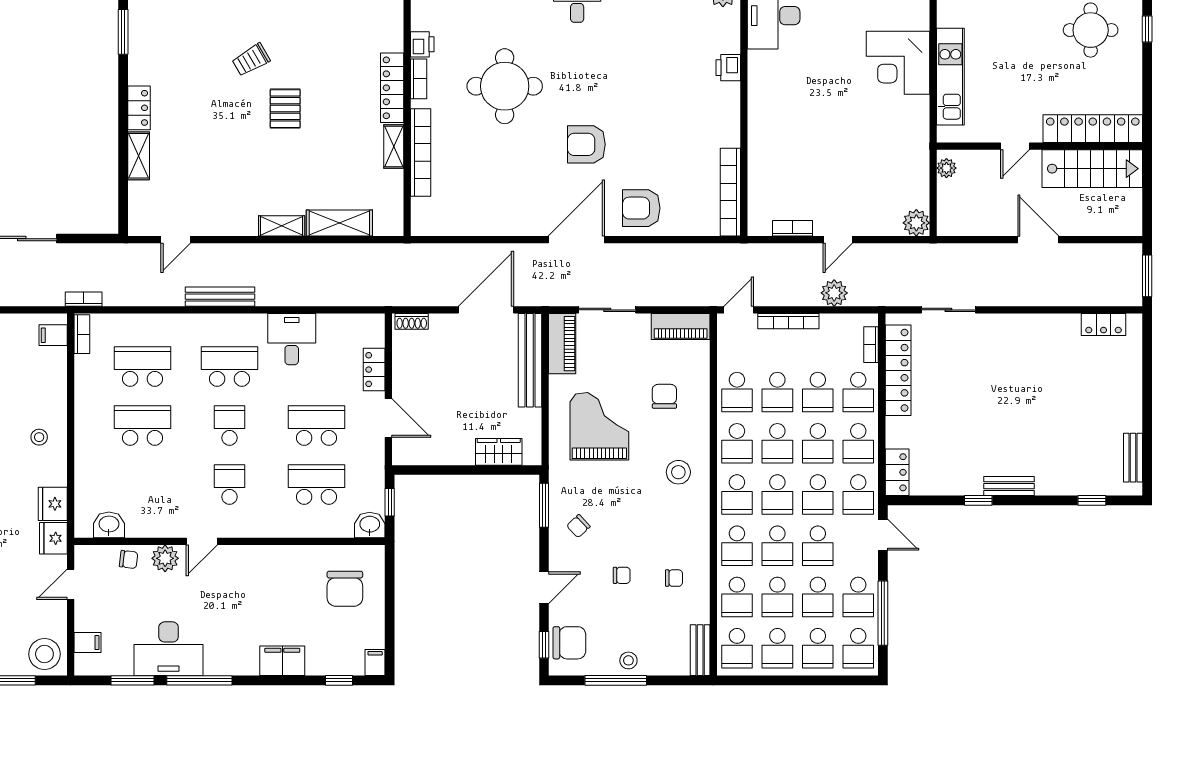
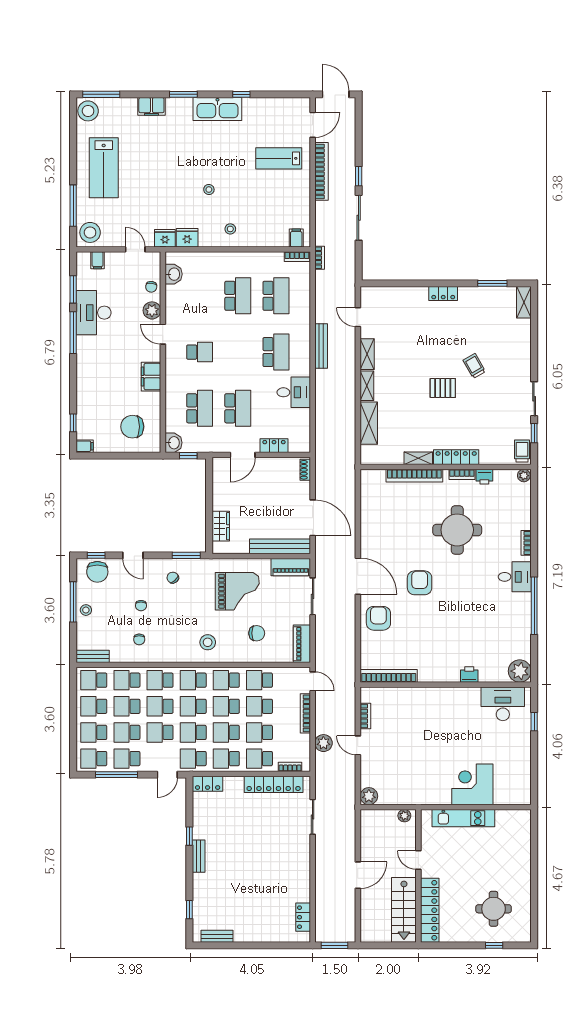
shelving: (139, 156) -> (367, 354), moved, turned 90
school desk: (229, 426) -> (238, 352), removed
filing cabinet: (282, 661) -> (151, 377), moved, turned 180

